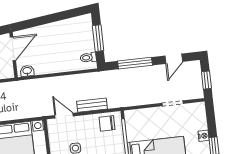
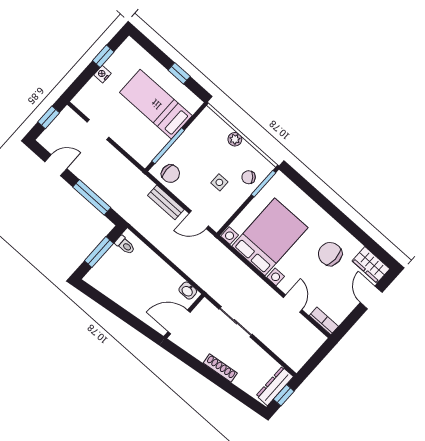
door: (64, 116) -> (199, 220), hinge flipped

